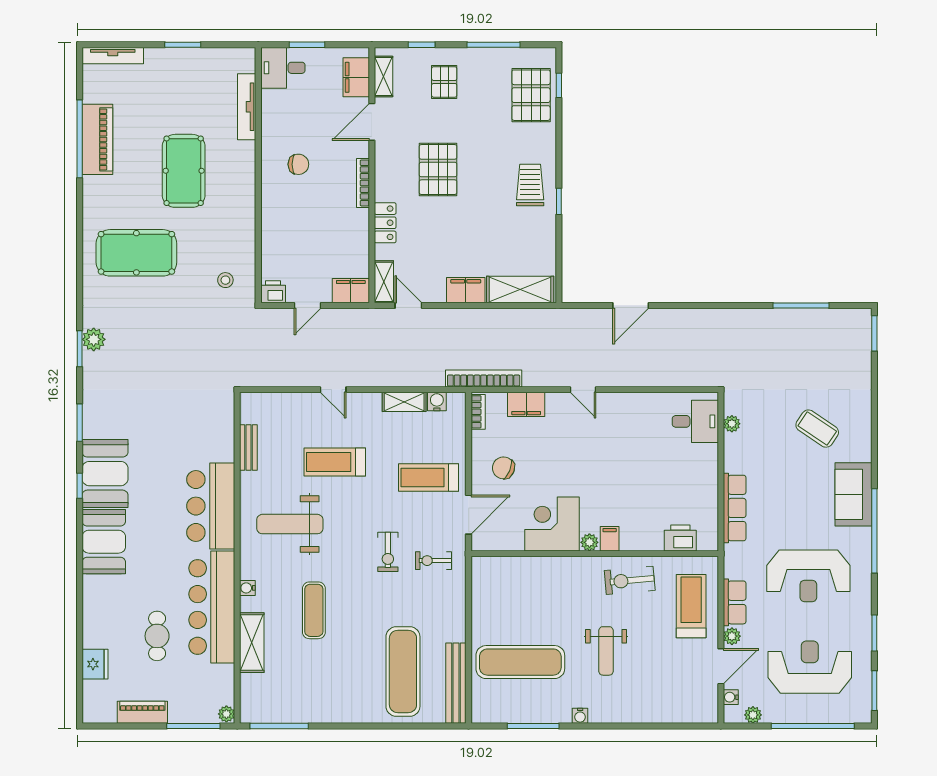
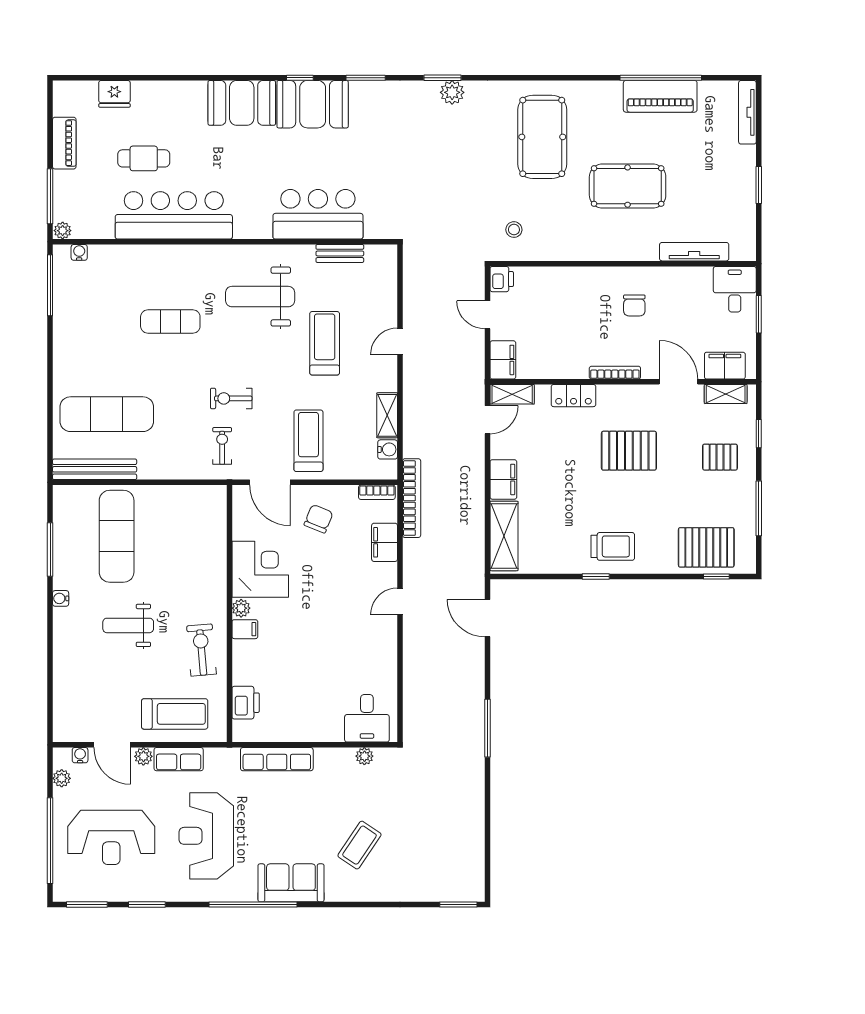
door: (631, 305) -> (487, 618), moved
window: (801, 305) -> (487, 728), moved
bar counter: (211, 506) -> (318, 214), moved
weight bench: (290, 524) -> (260, 297), turned -90
water cooler: (247, 588) -> (79, 252), moved
shelving: (252, 643) -> (137, 257), removed
reception desk: (810, 667) -> (111, 837), turned 90

